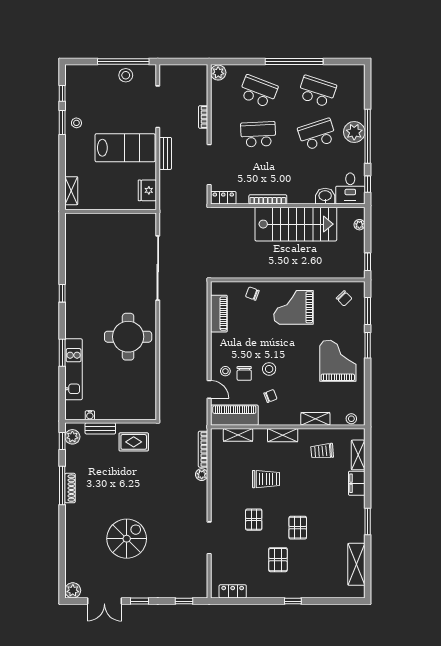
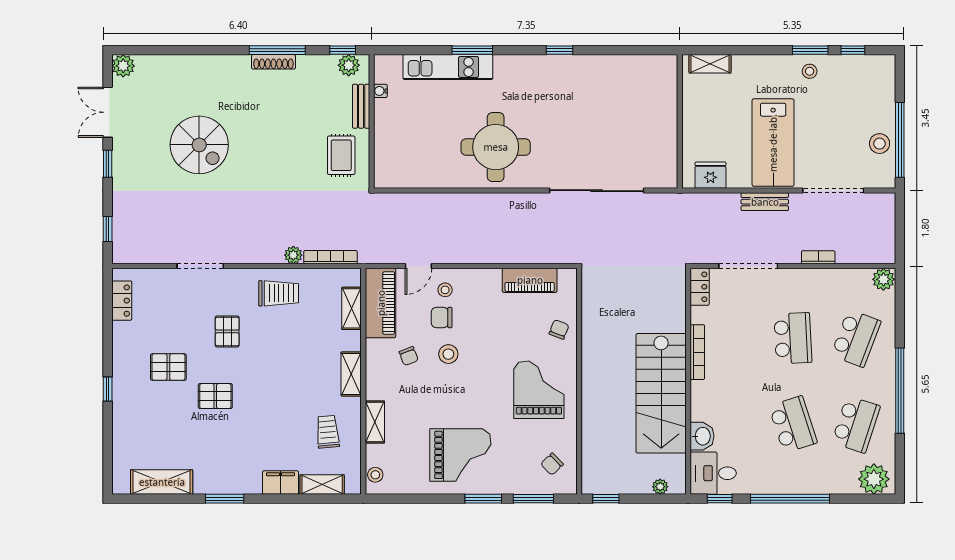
plant: (354, 132) -> (874, 479), moved
trolley: (266, 479) -> (279, 293), moved, turned -90
pallet: (254, 520) -> (227, 331), turned 90

